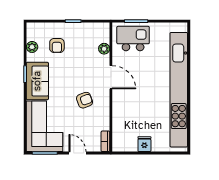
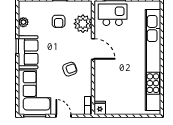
armchair: (57, 46) -> (59, 21), moved
plant: (104, 49) -> (83, 24), width x1.88, depth x1.88
fridge: (144, 144) -> (100, 108), moved

